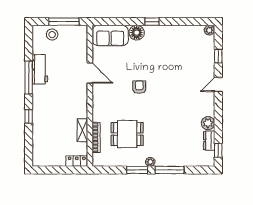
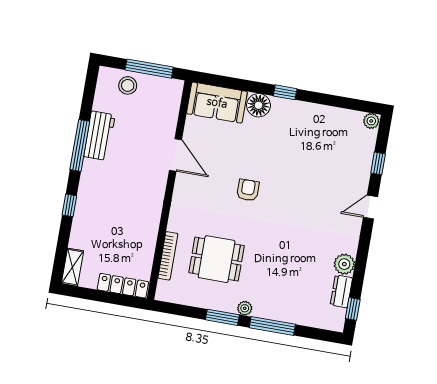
shelving: (82, 130) -> (72, 267), moved
locker: (77, 161) -> (123, 286), width x1.53

